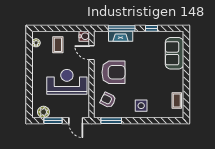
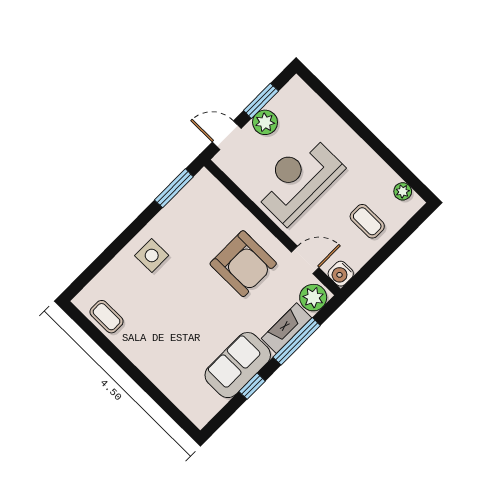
plant: (101, 37) -> (313, 298), added
sofa: (174, 53) -> (238, 365), moved, turned -90
armchair: (113, 72) -> (243, 264), turned -90
reception desk: (67, 82) -> (298, 179), turned 180
armchair: (108, 100) -> (210, 214), removed
plant: (43, 112) -> (265, 122), moved

